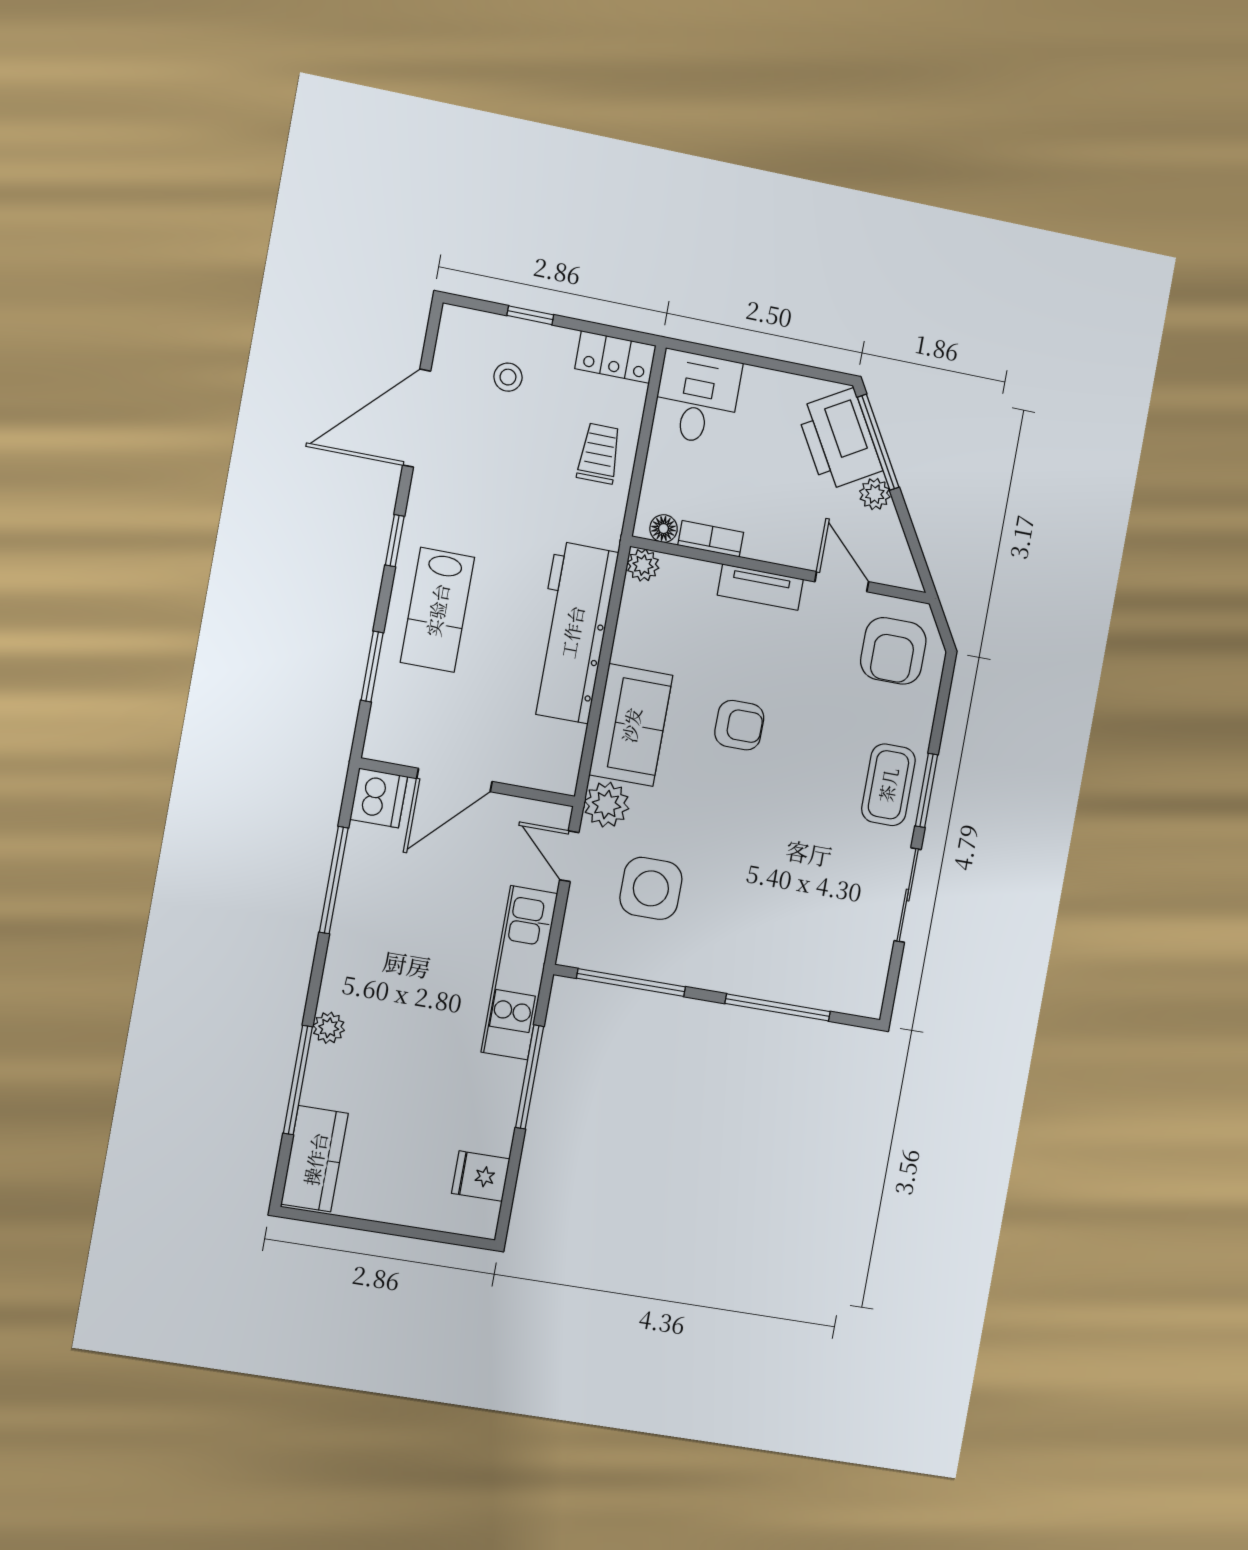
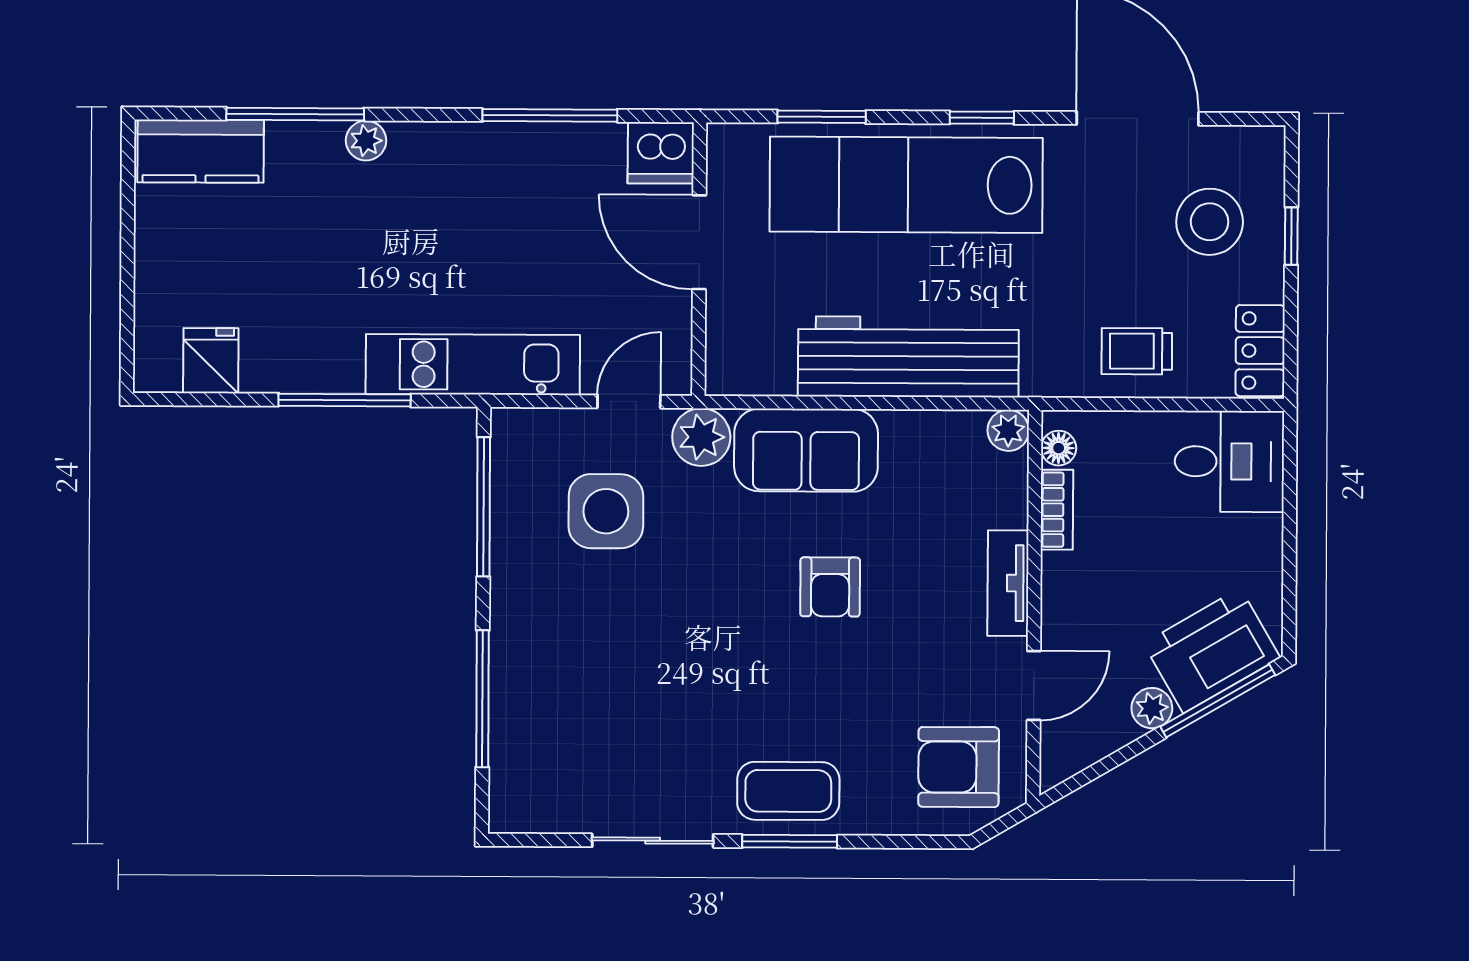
stool: (508, 377) -> (1210, 222), width x1.89, depth x1.89
trolley: (599, 453) -> (1137, 351), turned 180
lab bench: (437, 610) -> (906, 185), width x1.86, depth x1.39

